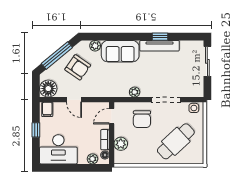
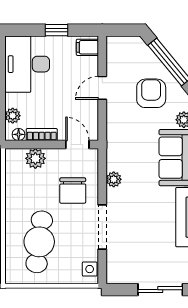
armchair: (78, 67) -> (151, 93), turned 145
floor lamp: (48, 89) -> (119, 49), removed
chair: (142, 119) -> (73, 191), turned -90
cafe table: (176, 141) -> (39, 242), turned 50

